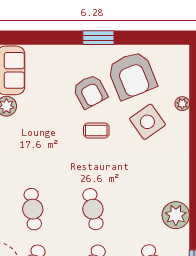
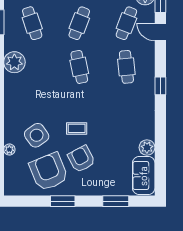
window: (46, 38) -> (116, 201), added
window: (98, 38) -> (63, 201), moved

